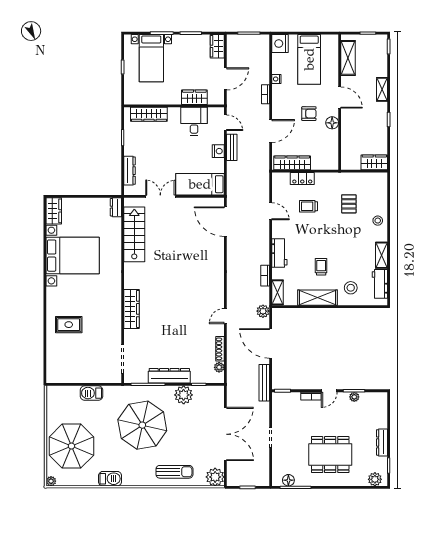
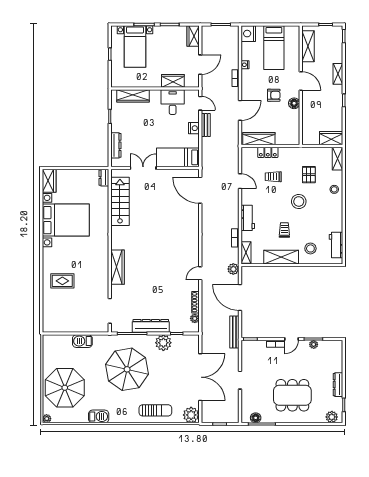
stool: (337, 234) -> (299, 201), added
shelving: (381, 255) -> (337, 159), moved

